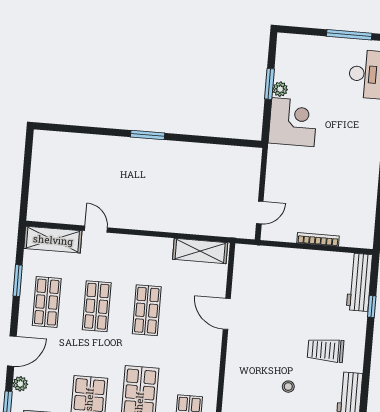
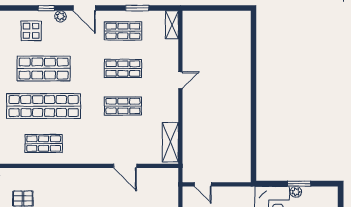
window: (148, 135) -> (254, 96), removed
door: (96, 229) -> (180, 80), moved
shelving: (53, 240) -> (172, 25), width x0.67, depth x0.75
door: (227, 314) -> (125, 166), swing flipped

